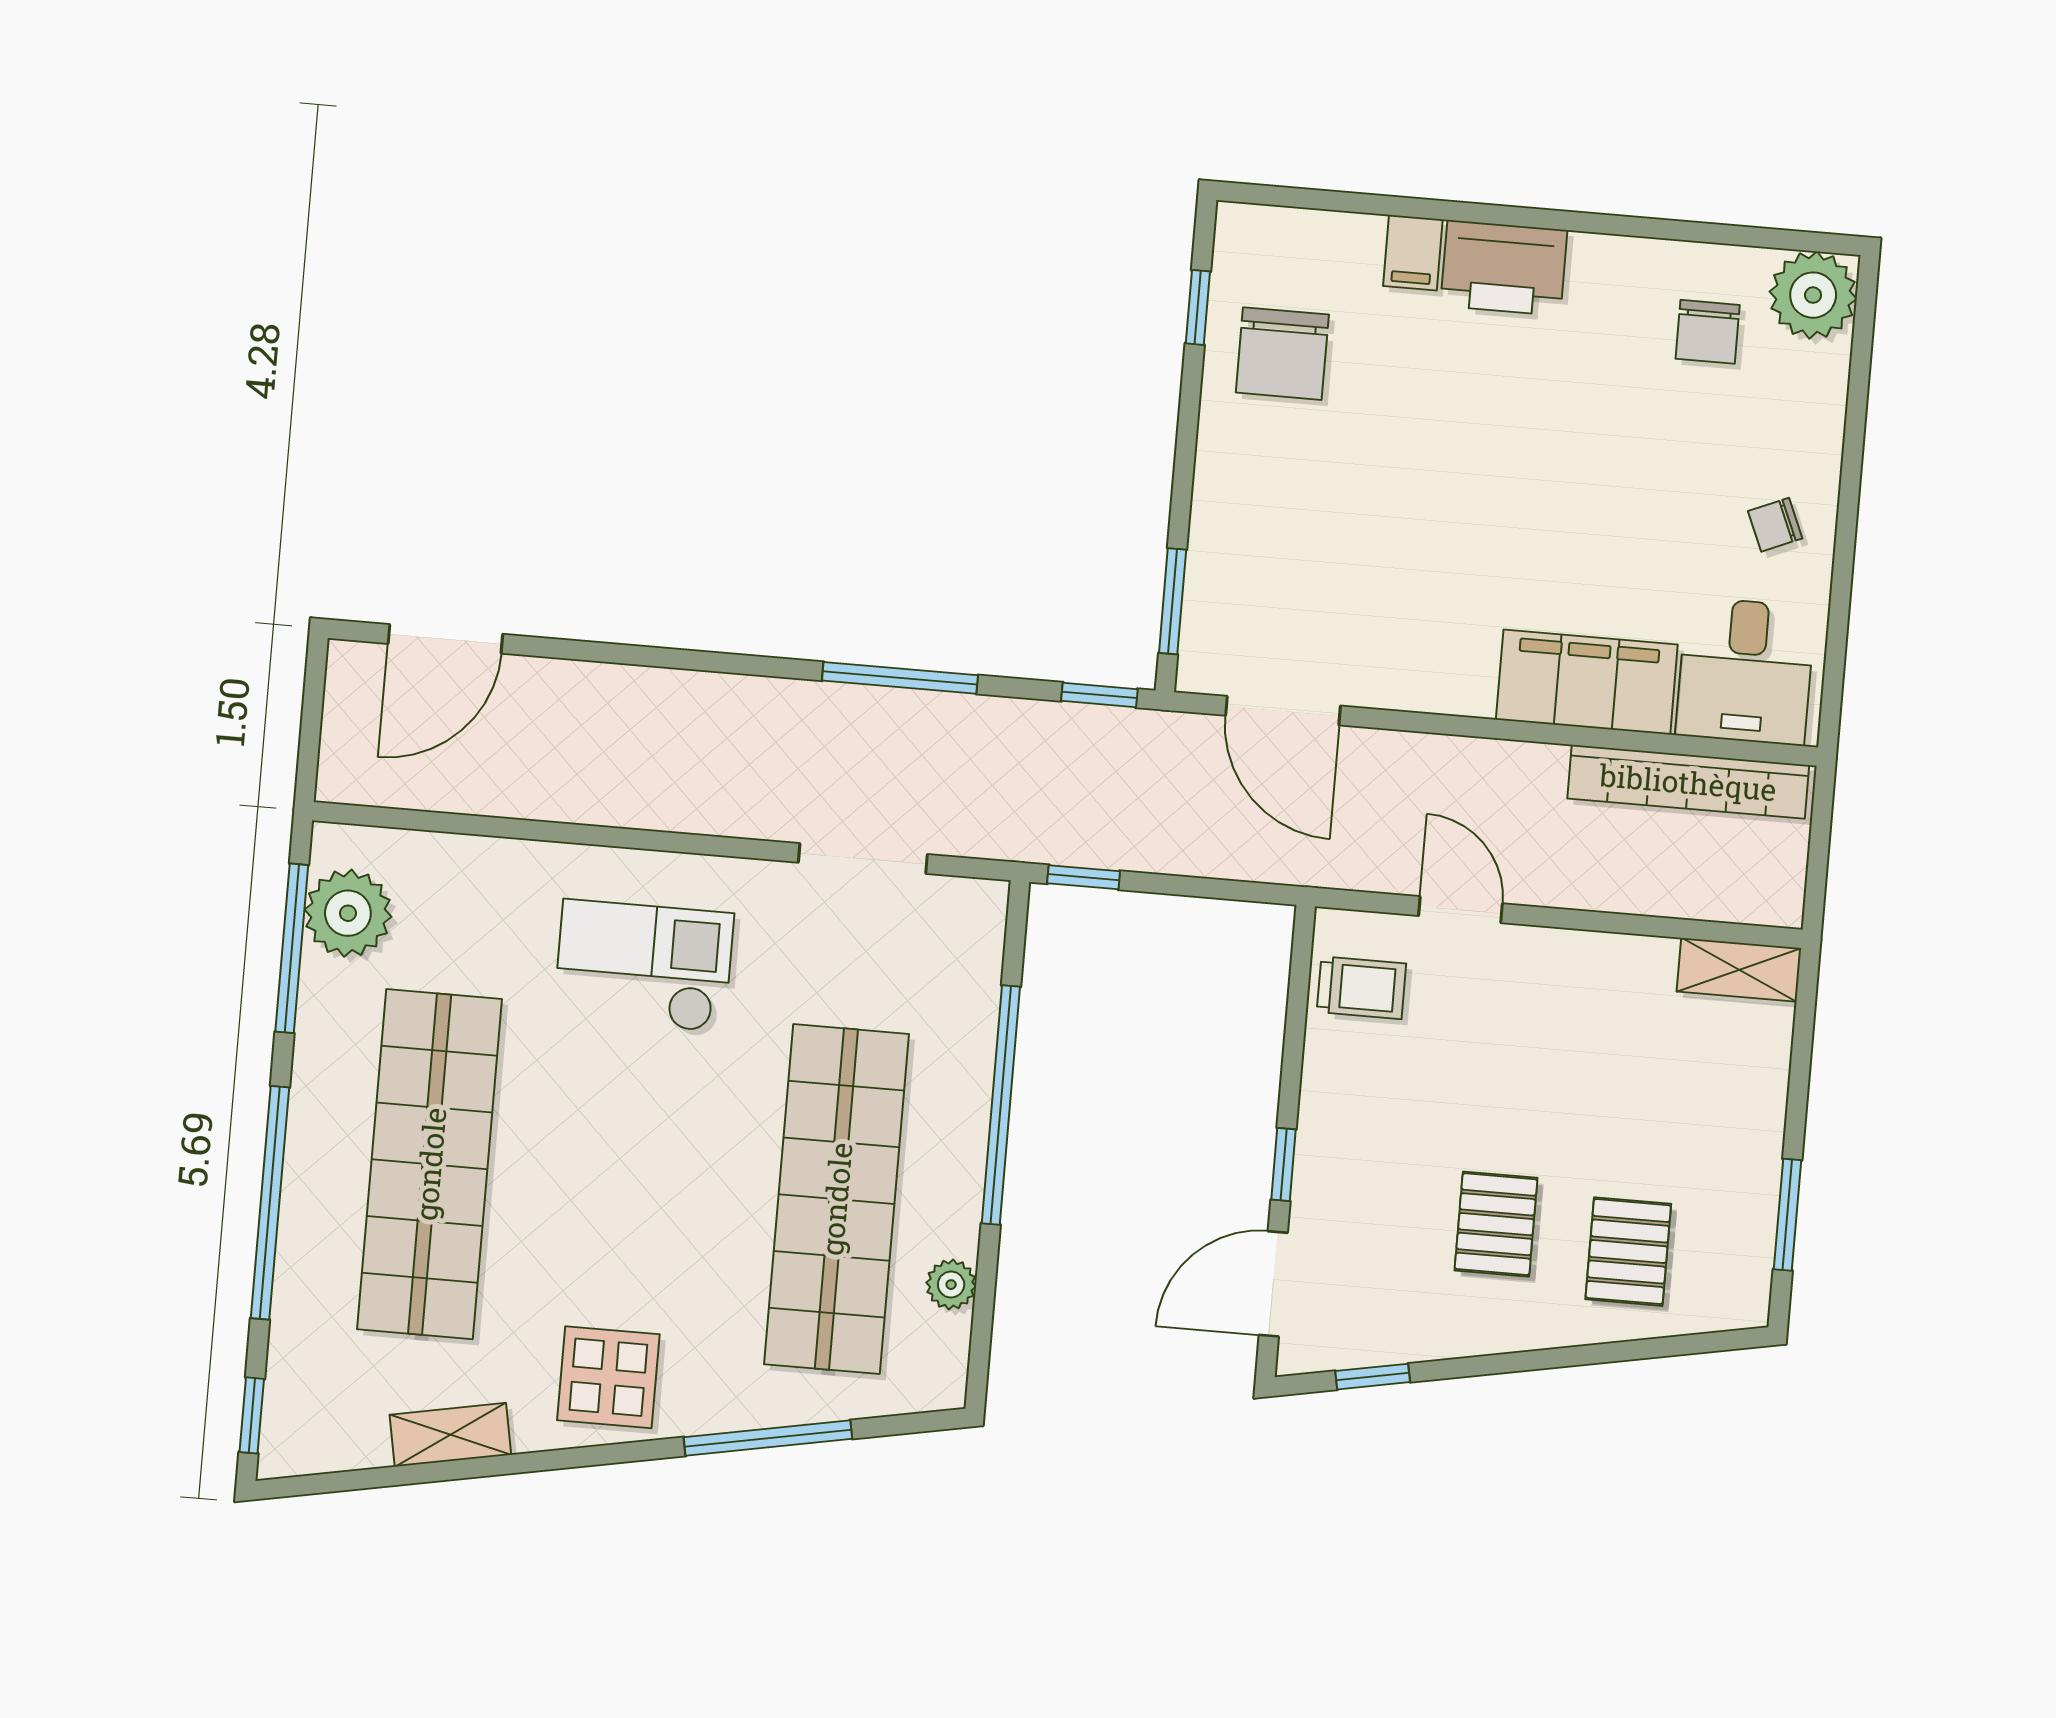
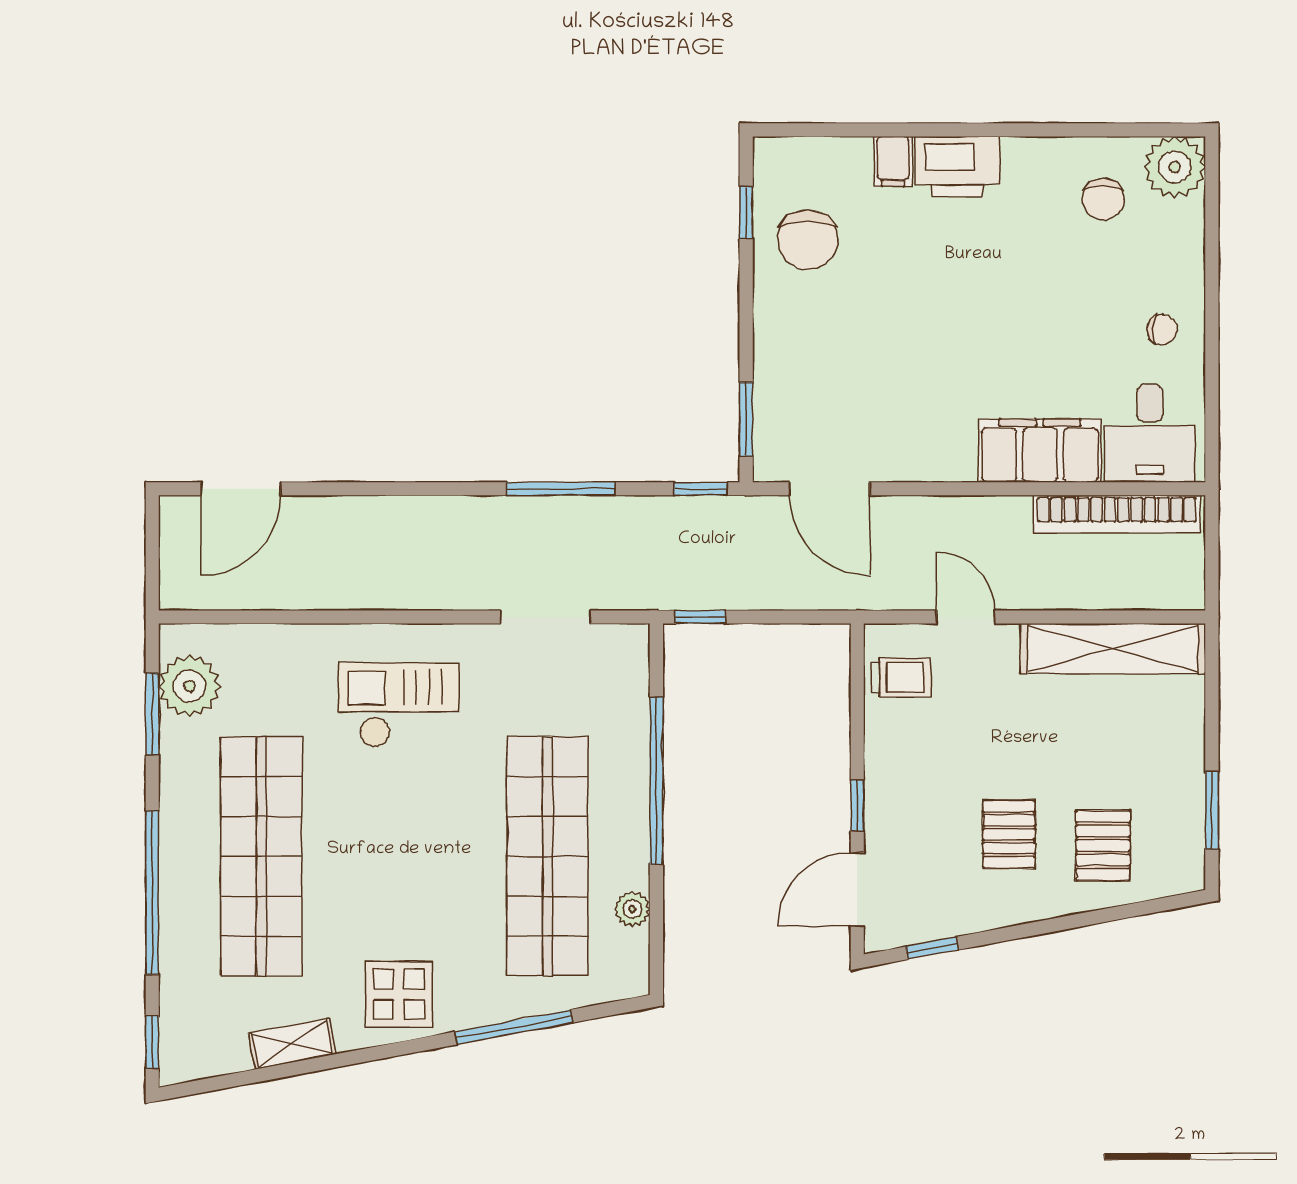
chair: (1775, 525) -> (1162, 330), turned -153
window: (292, 948) -> (152, 714), width x0.69
shelving: (1739, 970) -> (1113, 649), width x2.20, depth x1.33

